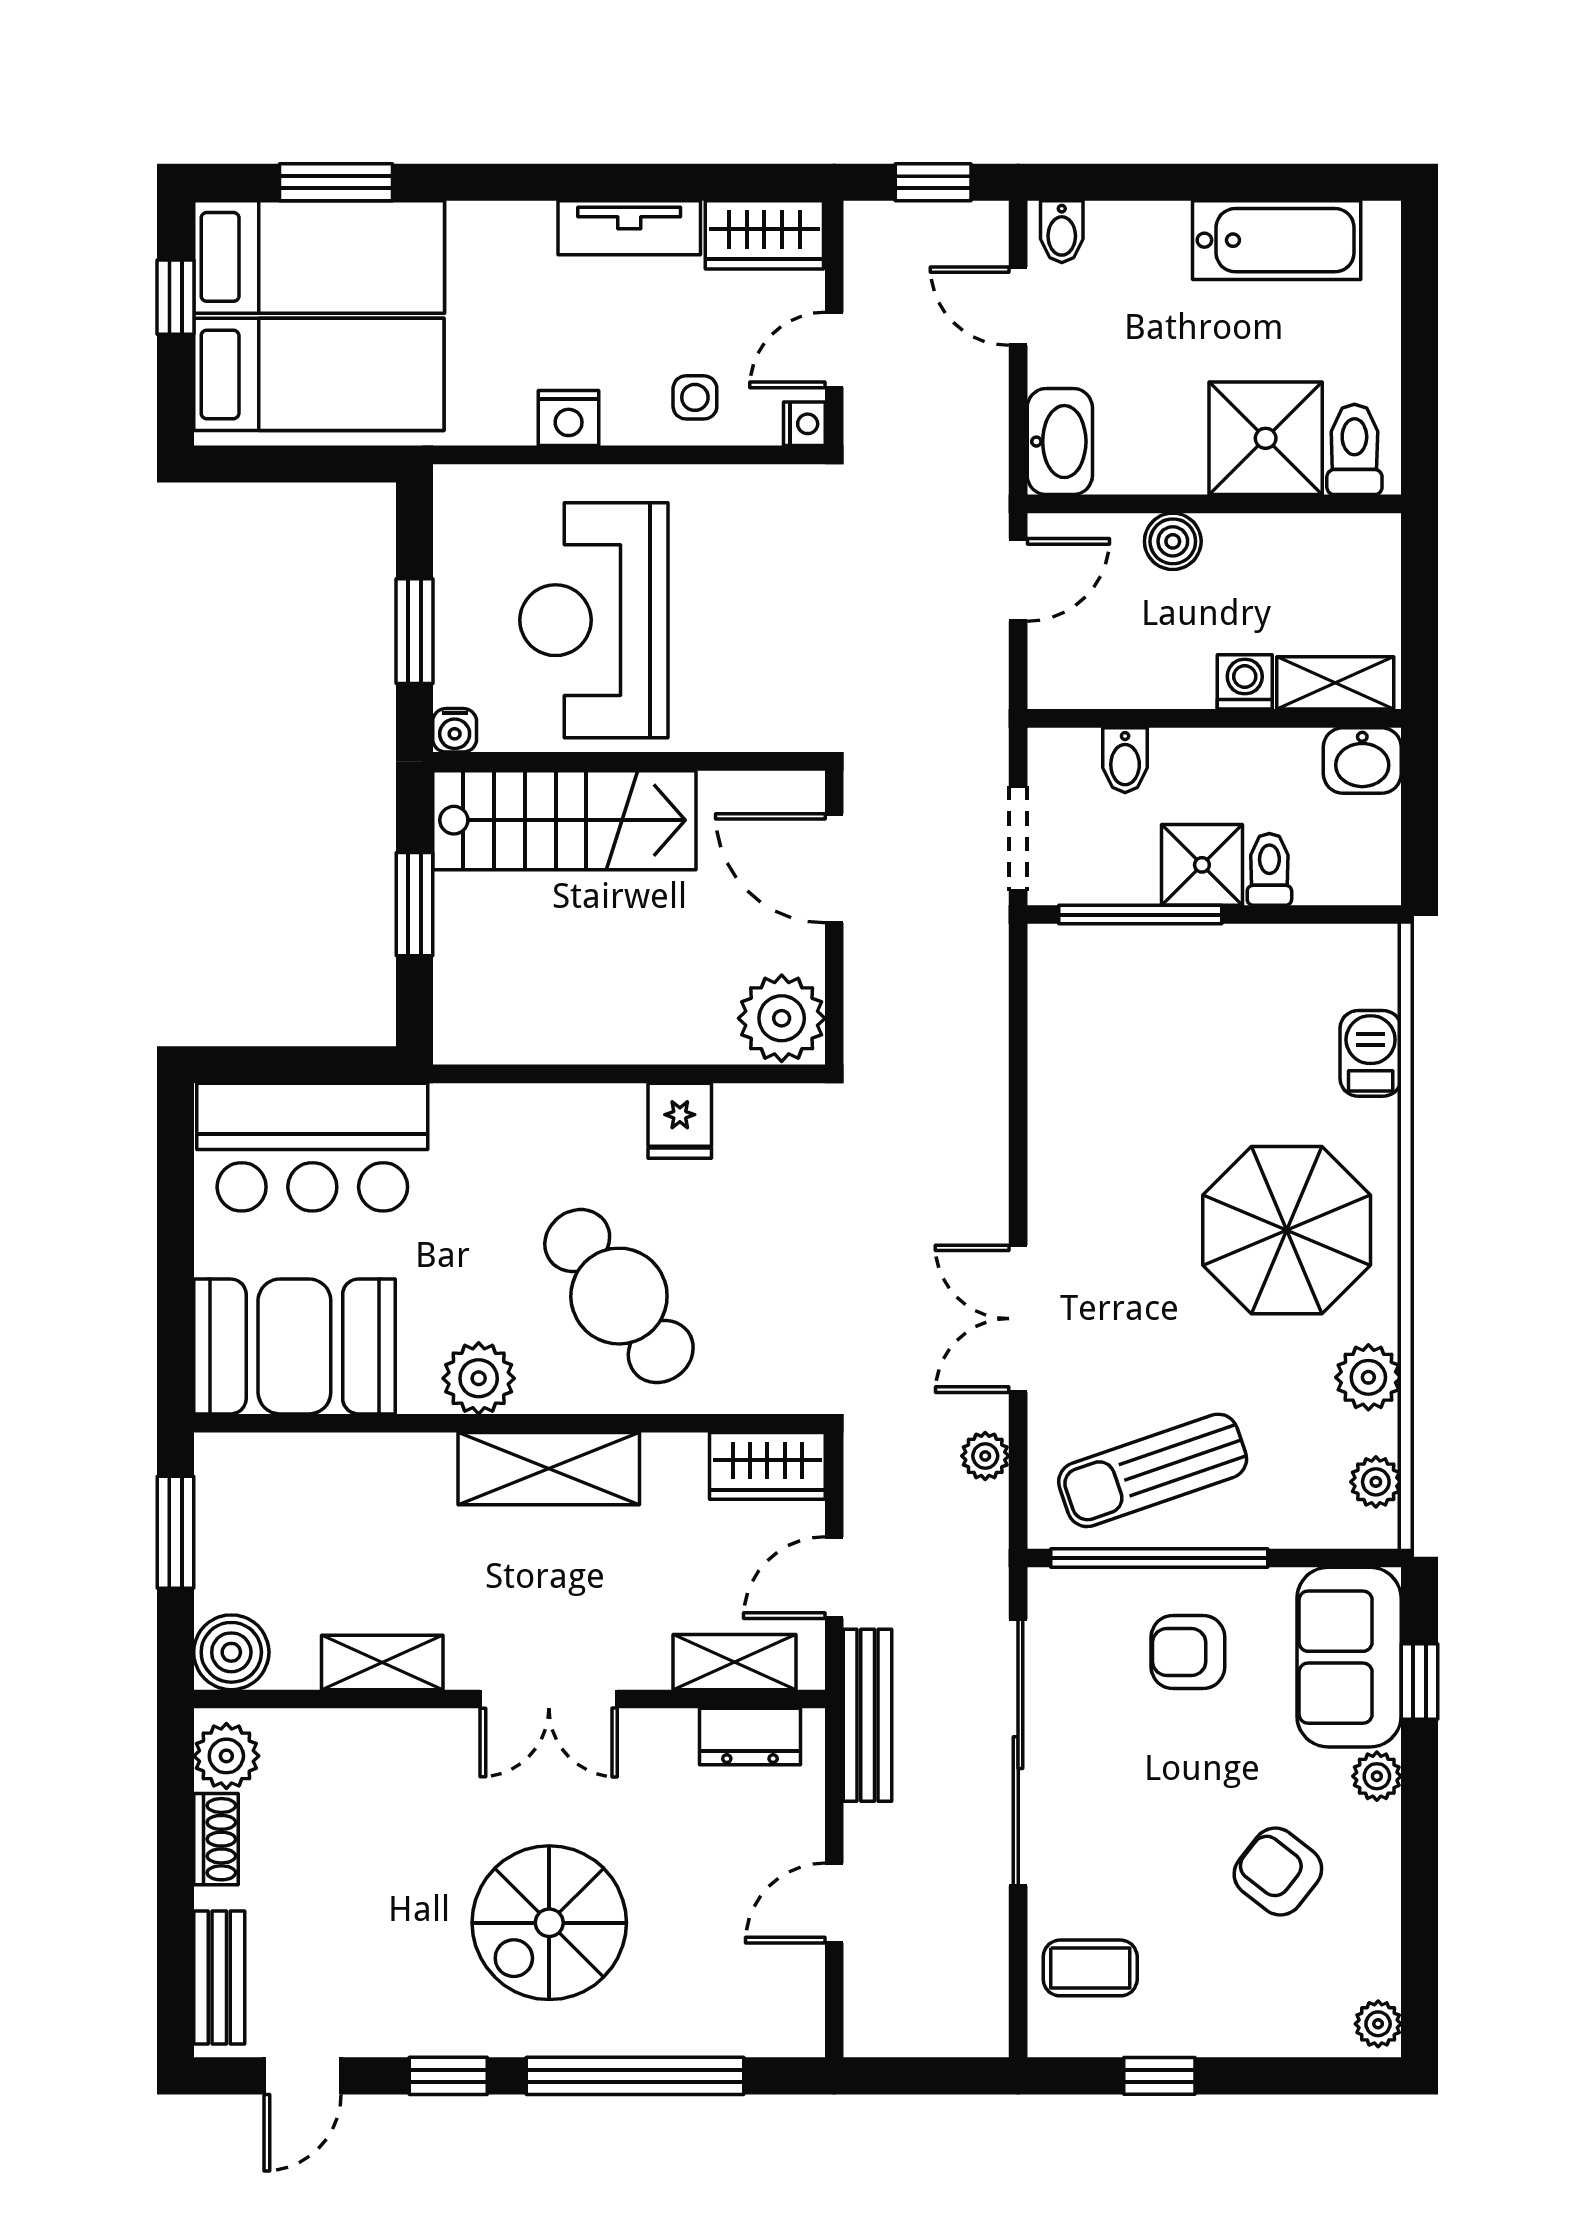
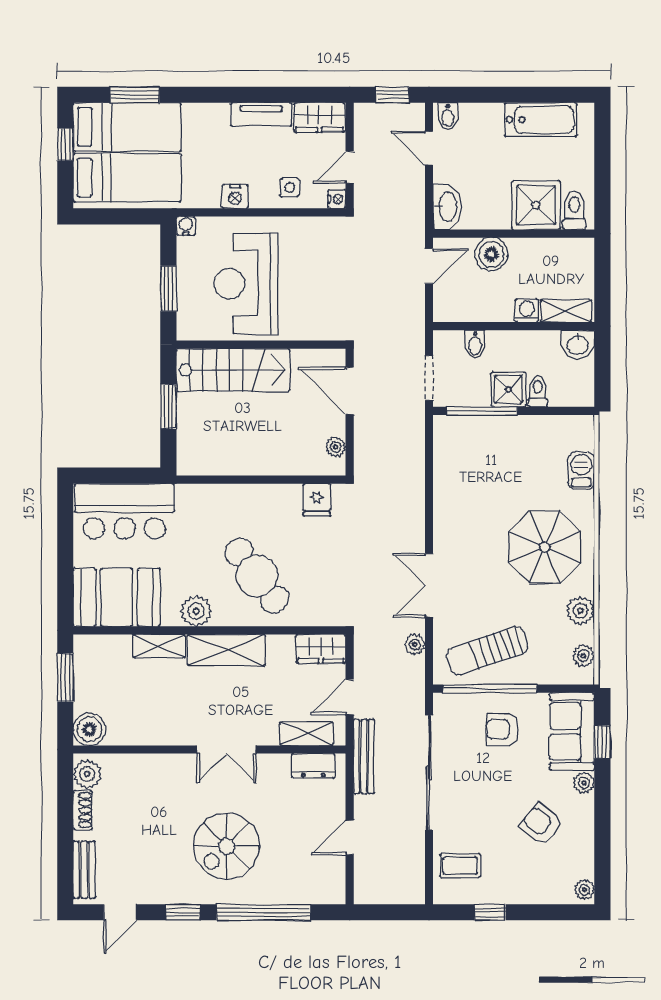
boiler: (1173, 541) -> (491, 254), width x1.36, depth x1.36
water cooler: (455, 730) -> (186, 226), moved, turned 180
plant: (782, 1018) -> (336, 447), width x0.53, depth x0.53
fridge: (680, 1121) -> (317, 500), moved
shelving: (382, 1662) -> (159, 646), moved

